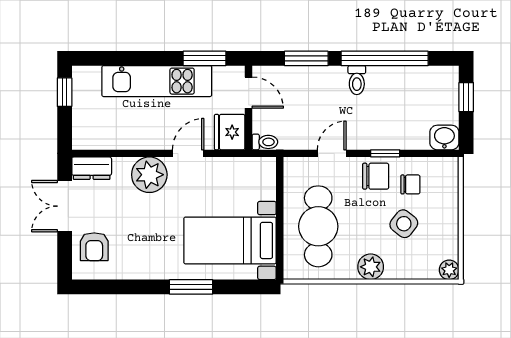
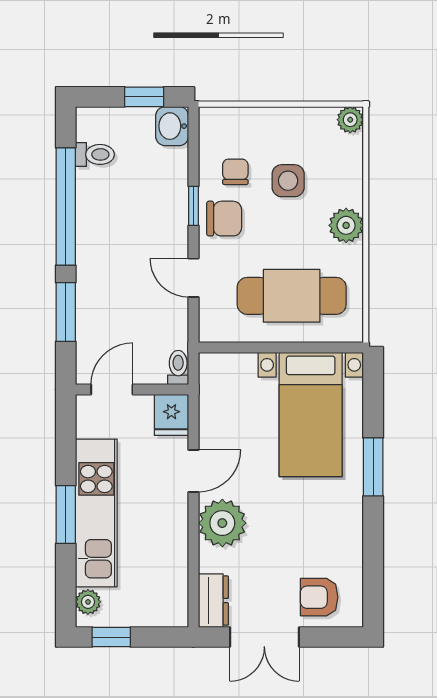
window: (205, 58) -> (66, 515), moved
plant: (91, 75) -> (88, 602), added
toilet: (357, 80) -> (95, 154), moved
window: (466, 97) -> (144, 97), moved
fridge: (230, 132) -> (171, 415), width x0.72
door: (188, 153) -> (194, 471), swing flipped
chair: (376, 176) -> (224, 219), turned 90
side table: (404, 224) -> (288, 181), turned -38
armchair: (94, 247) -> (319, 597), turned 180

